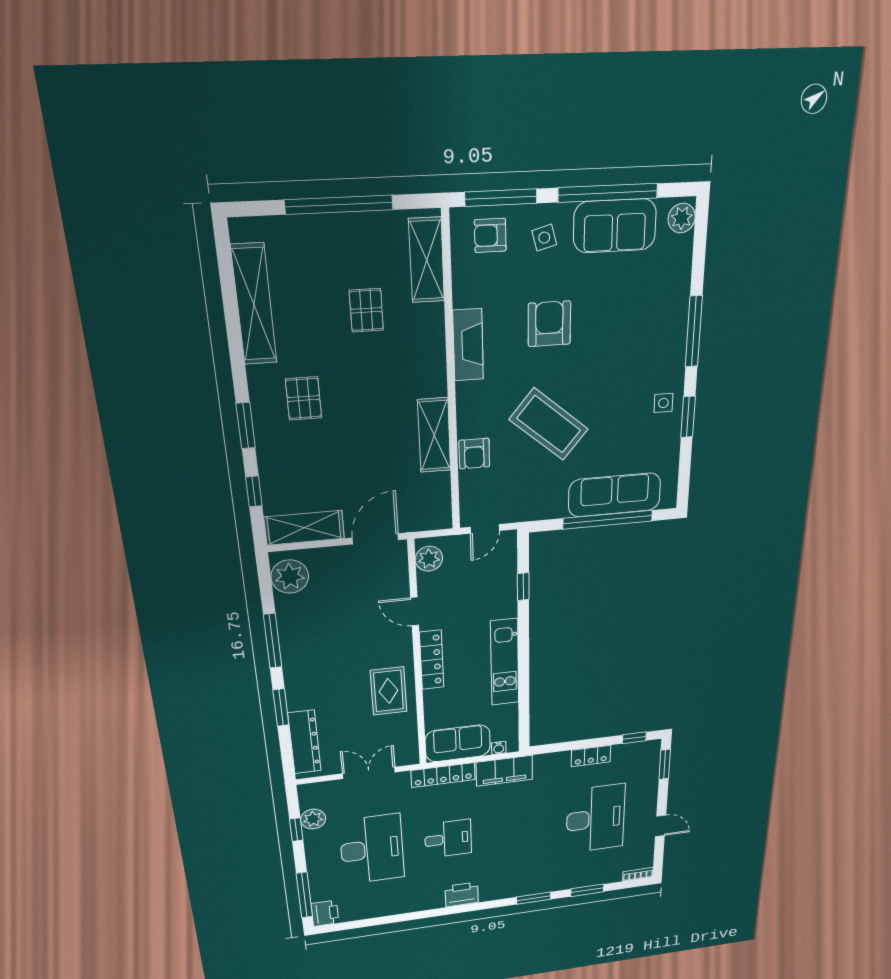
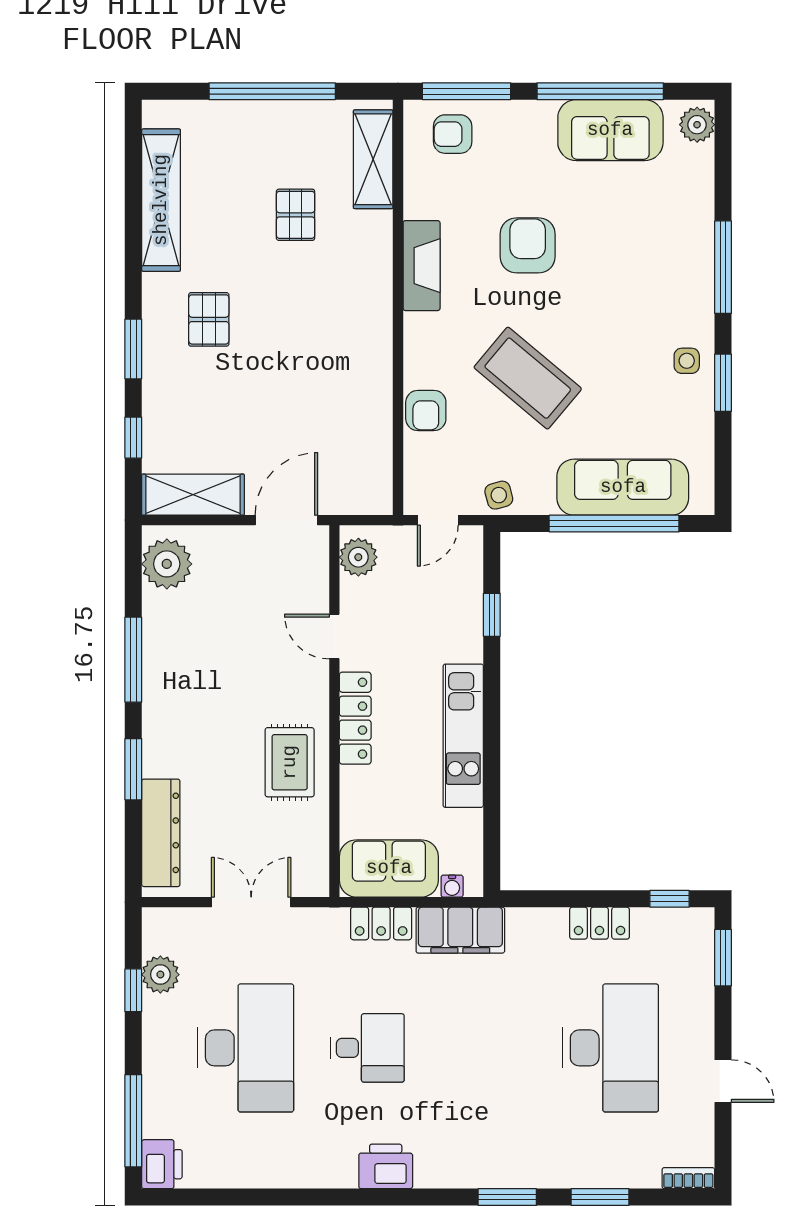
side table: (544, 238) -> (499, 495), moved
shelving: (434, 435) -> (373, 381), removed
locker: (443, 775) -> (381, 923), width x0.66

